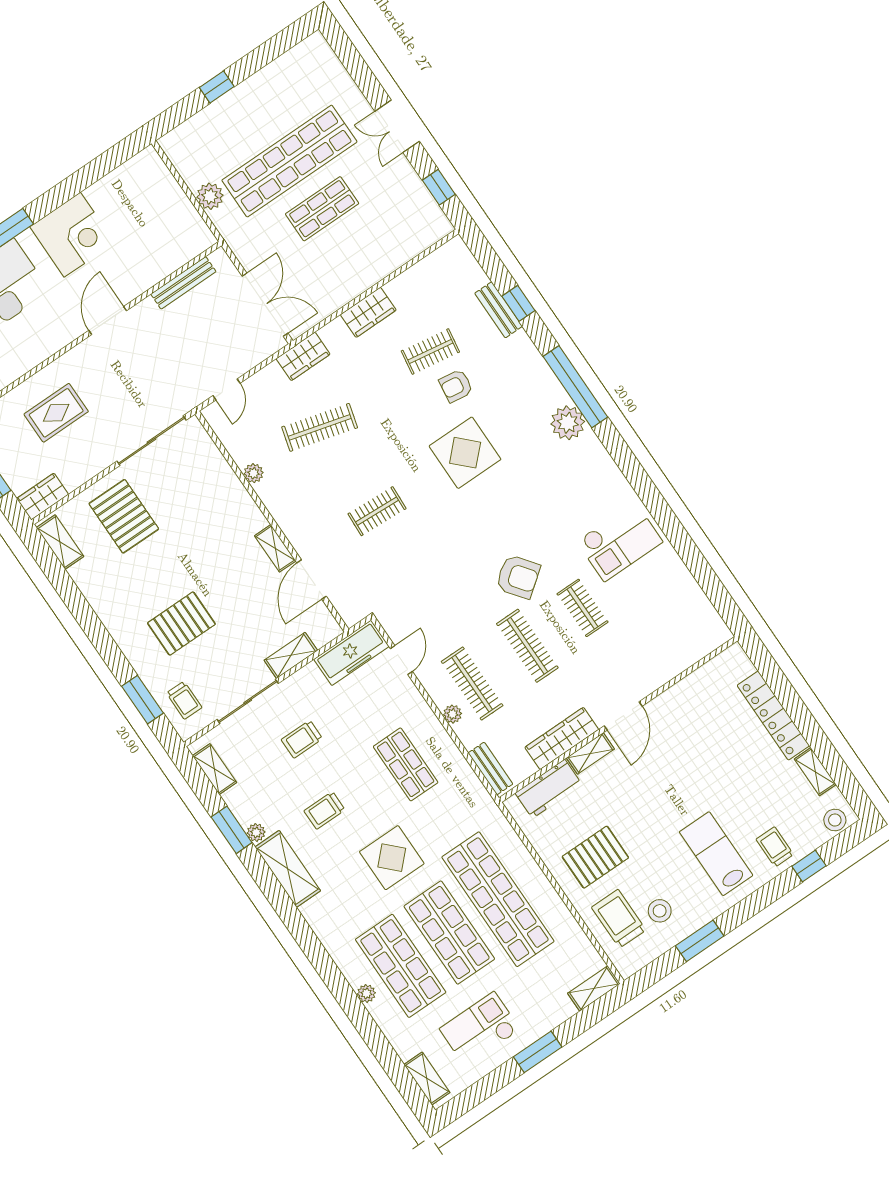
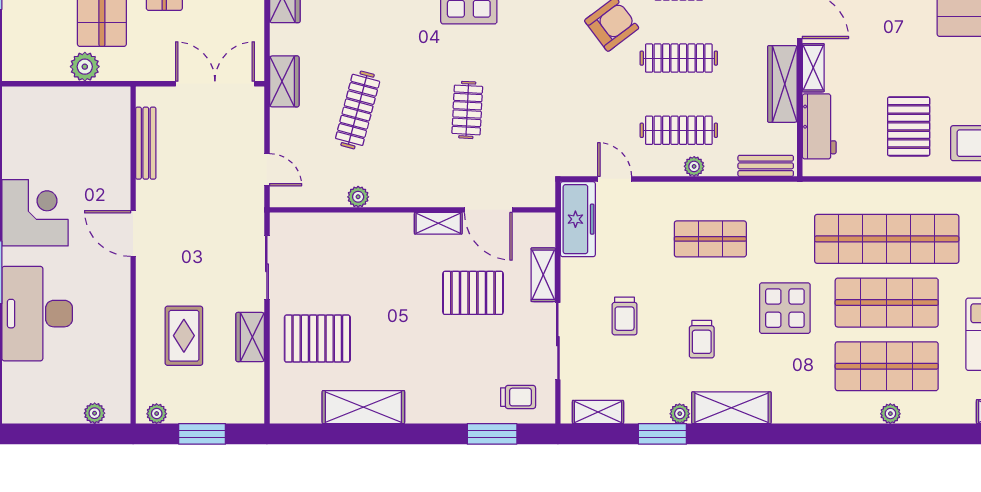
sliding door: (152, 441) -> (267, 268), width x0.73
wardrobe: (42, 497) -> (250, 337), moved
shelving: (60, 542) -> (363, 407), moved, width x1.50, depth x1.33
pallet: (181, 624) -> (473, 293), moved, turned 90

